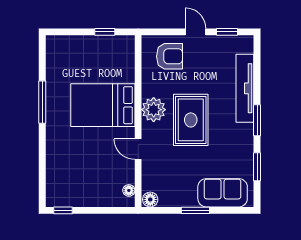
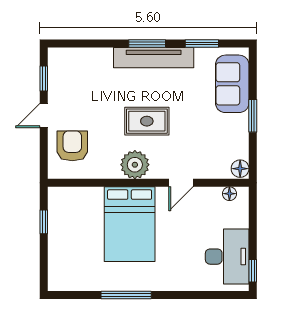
tv unit: (245, 88) -> (154, 58), moved
rug: (191, 120) -> (147, 121), width x0.73, depth x0.70
desk: (75, 188) -> (227, 257), added

